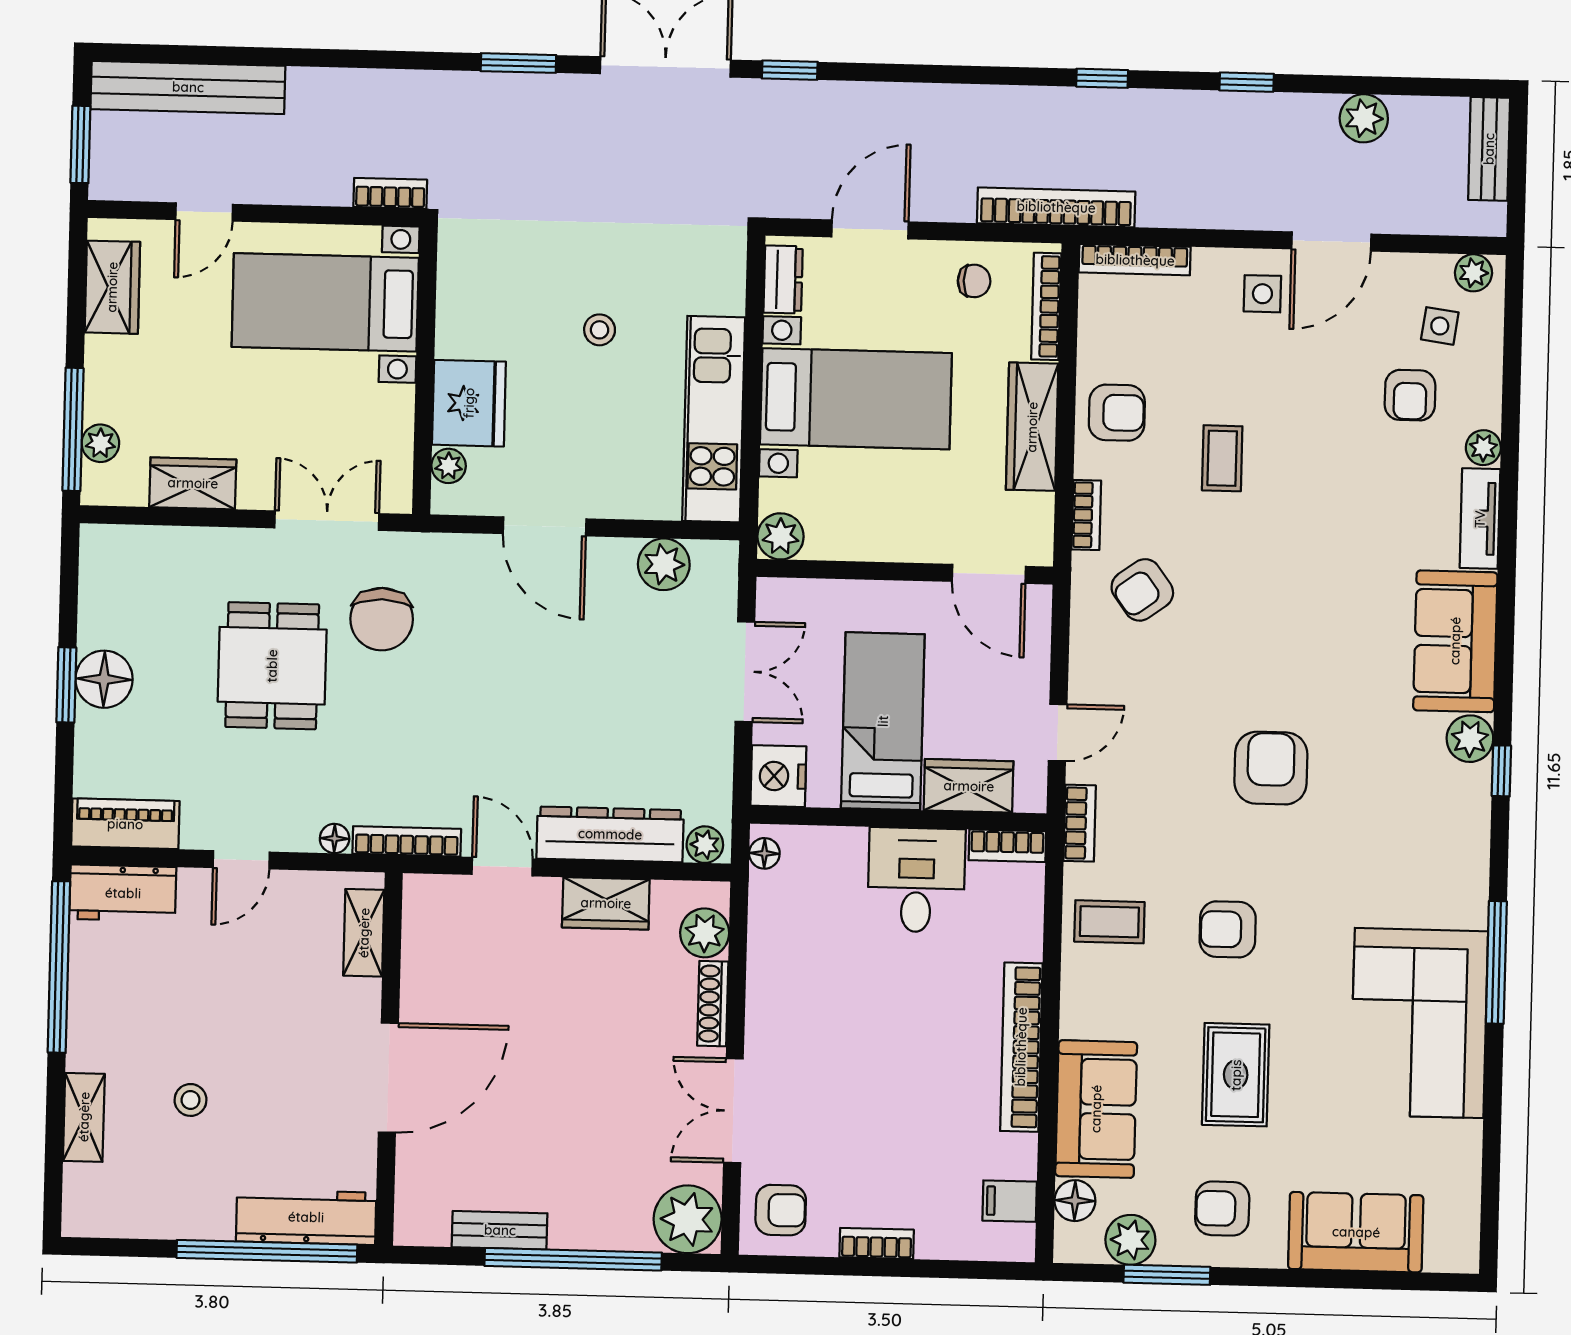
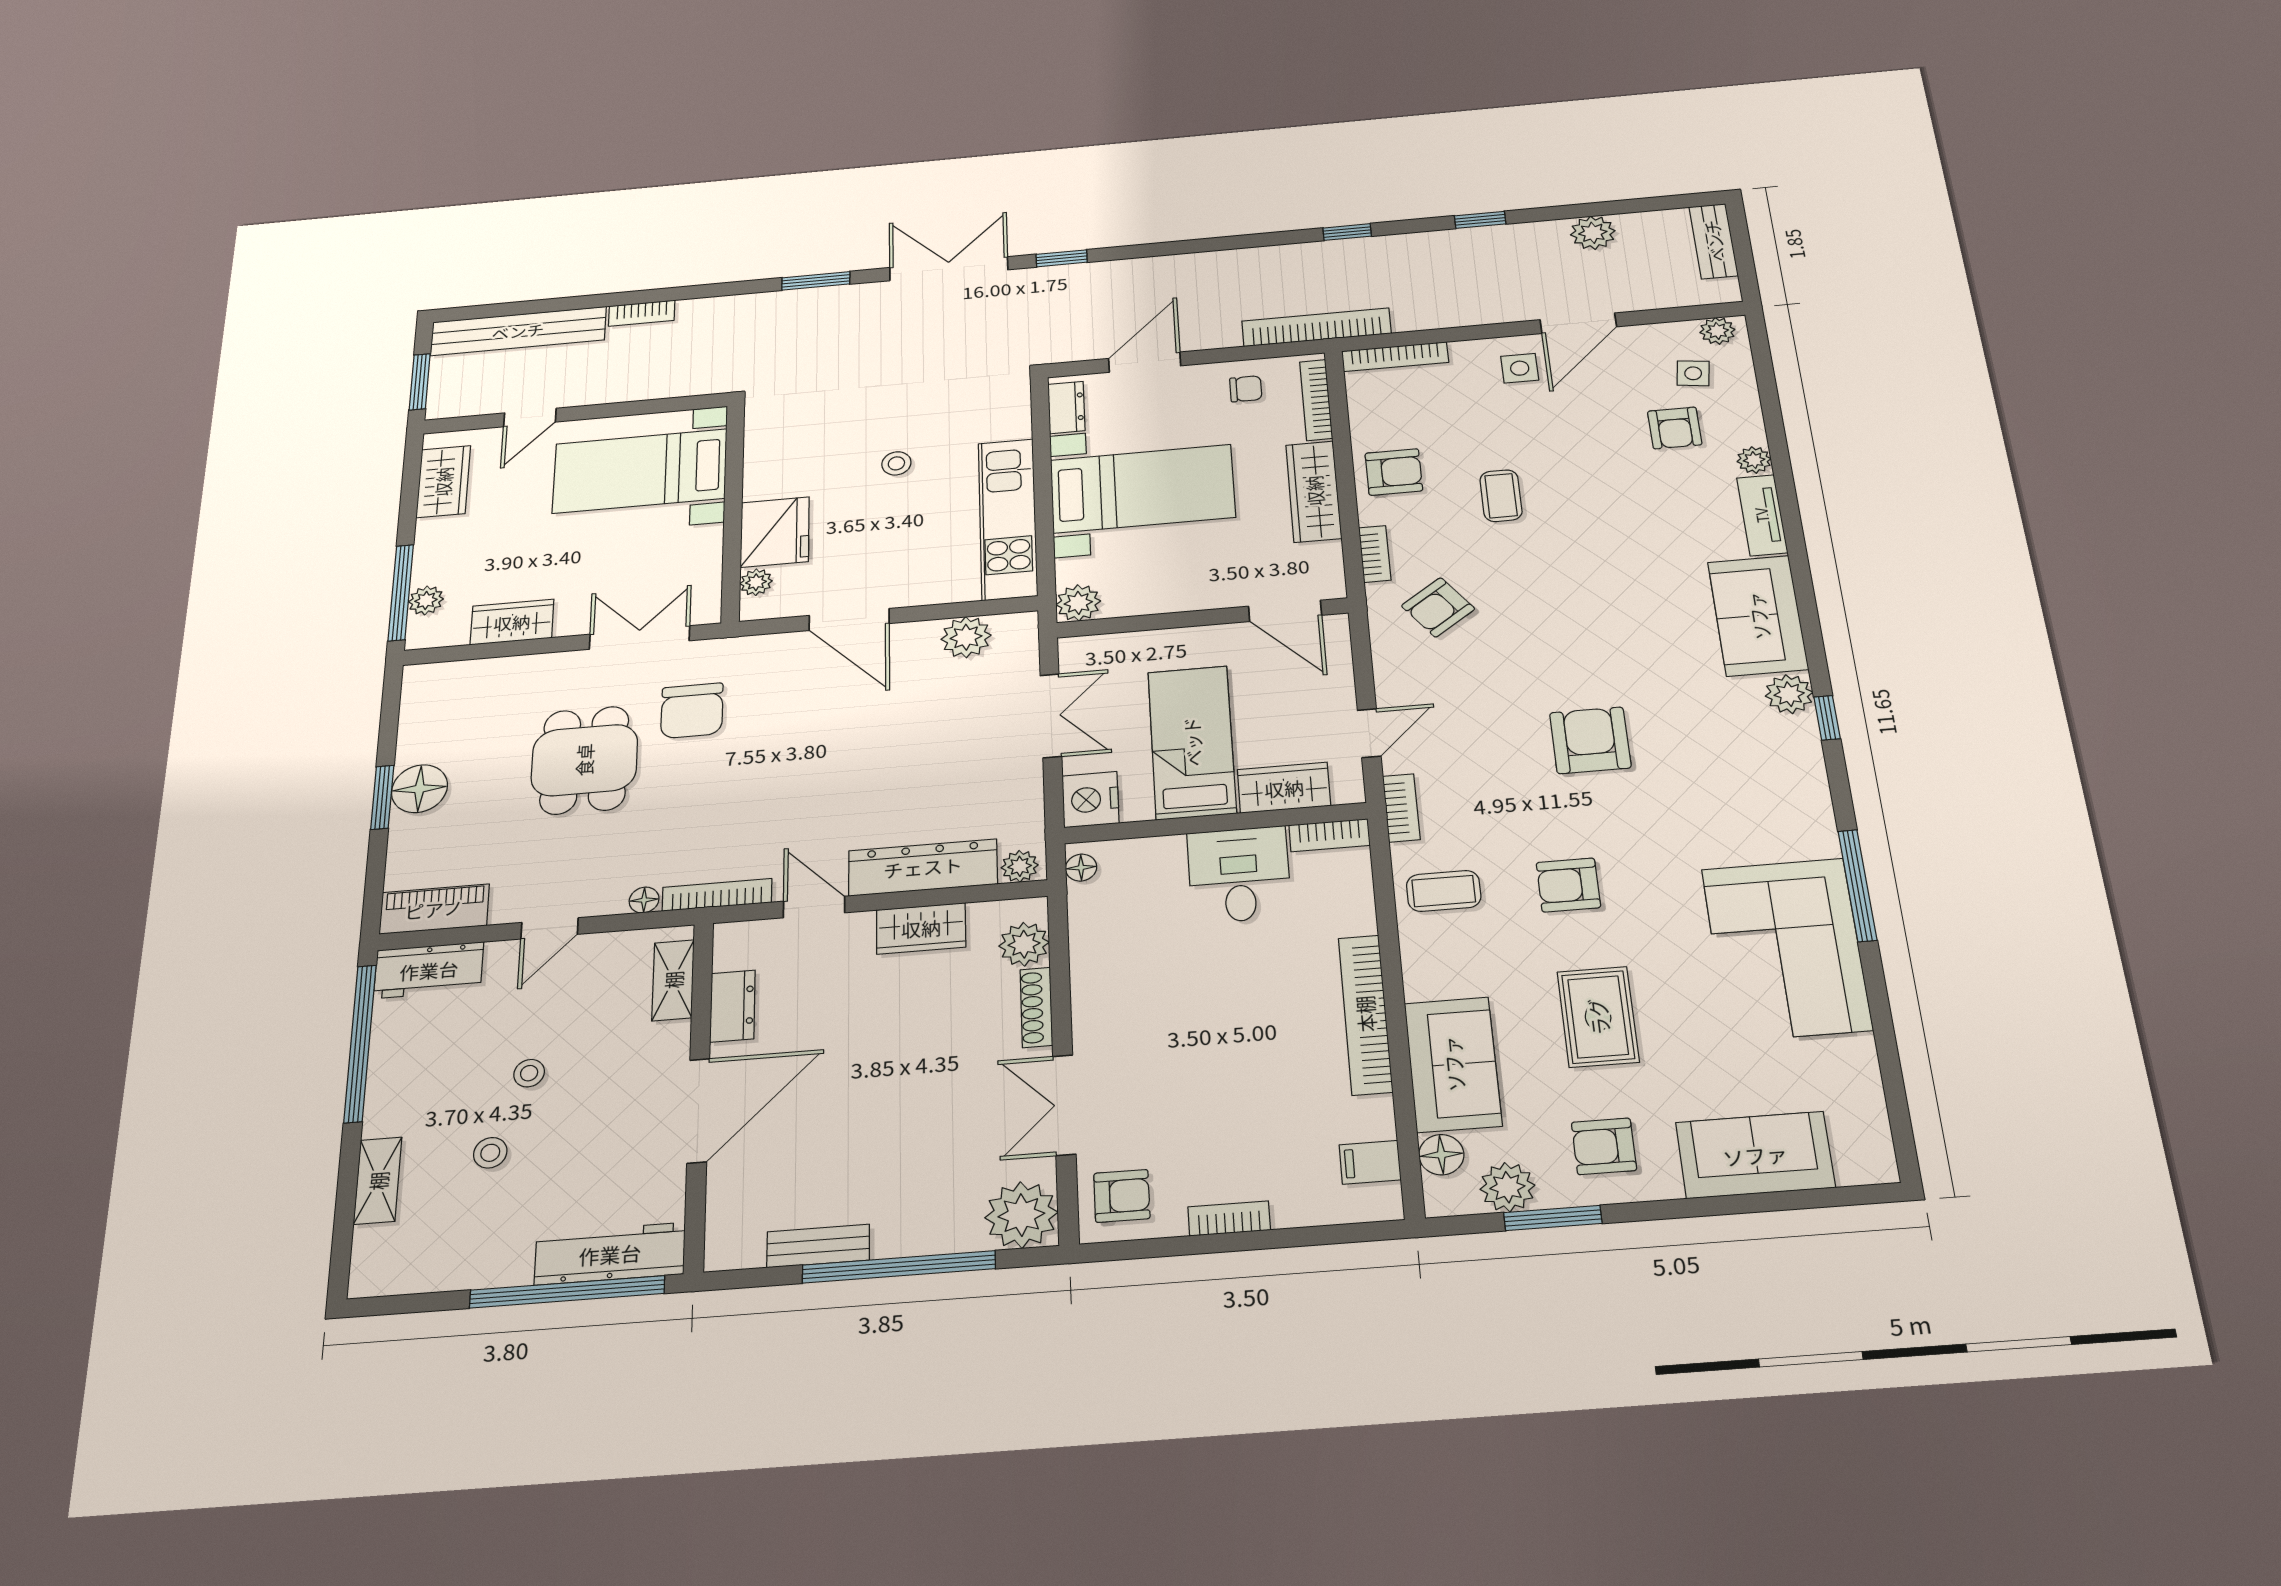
bookcase: (390, 193) -> (642, 313), moved, turned 180
dresser: (422, 968) -> (733, 1006), added
stool: (225, 1019) -> (529, 1073), added

